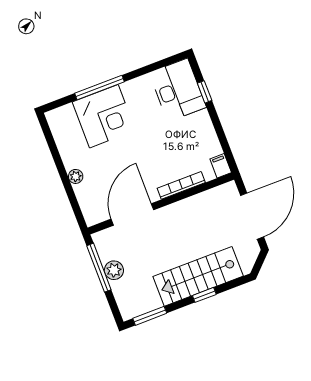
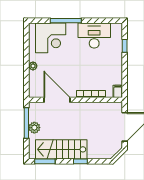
desk: (178, 90) -> (94, 36), moved, turned -90
corner desk: (104, 116) -> (51, 38), moved
door: (132, 214) -> (57, 100), hinge flipped
stairs: (198, 276) -> (61, 149), moved

